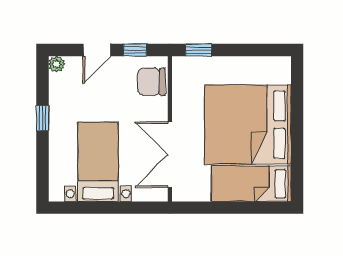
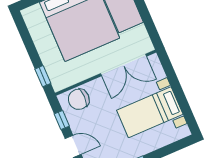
chair: (151, 82) -> (79, 99), turned 90

